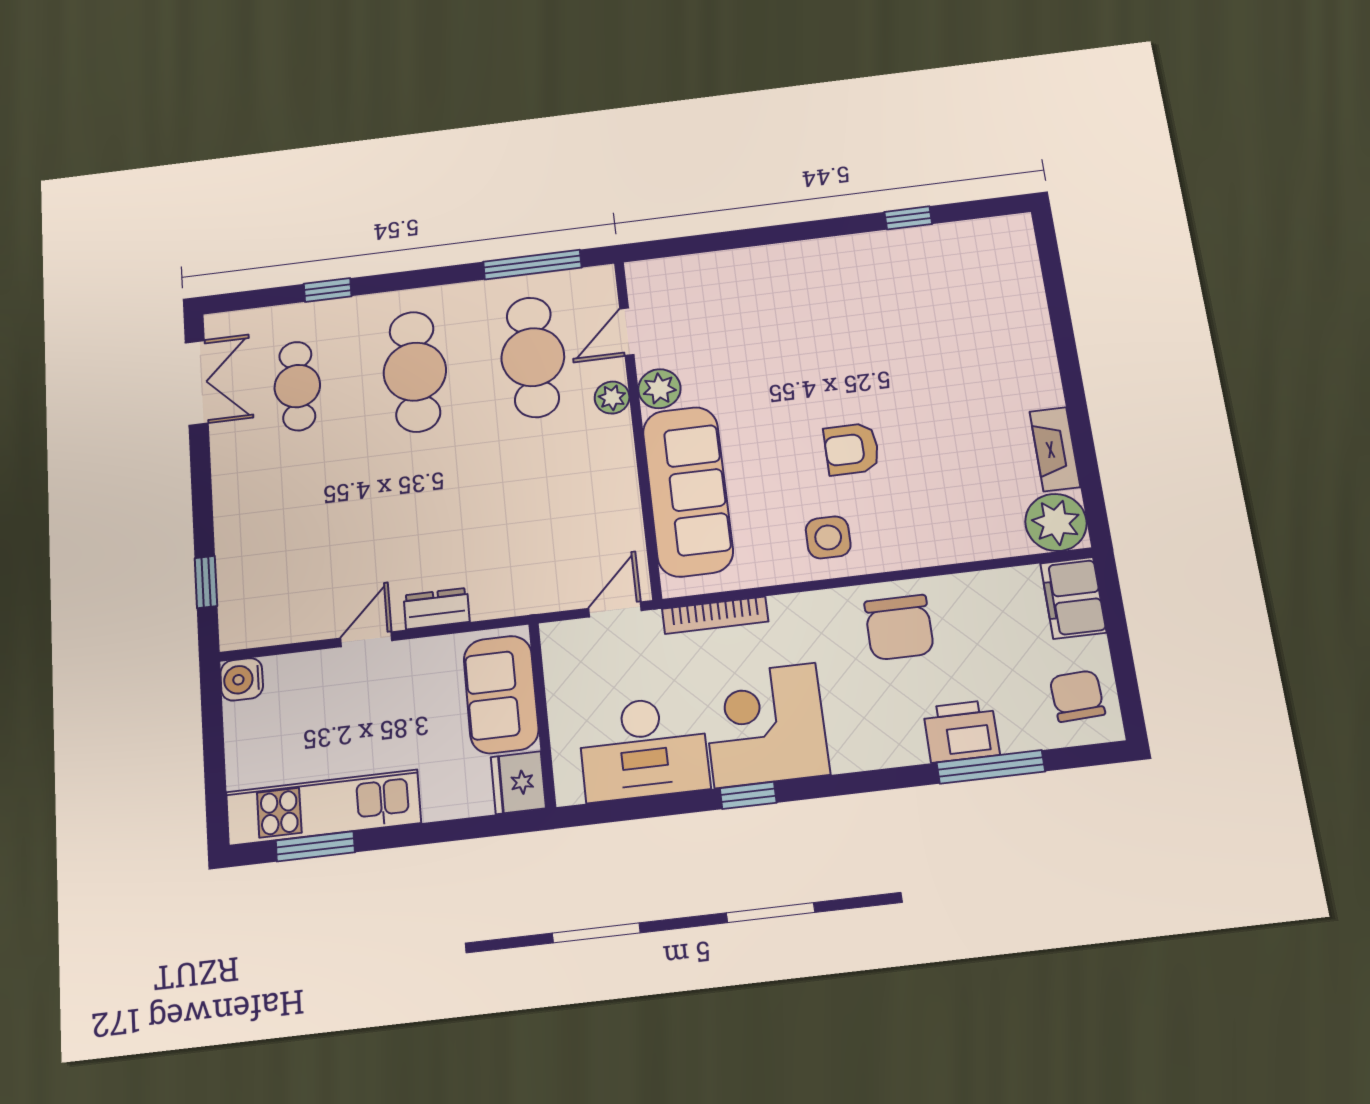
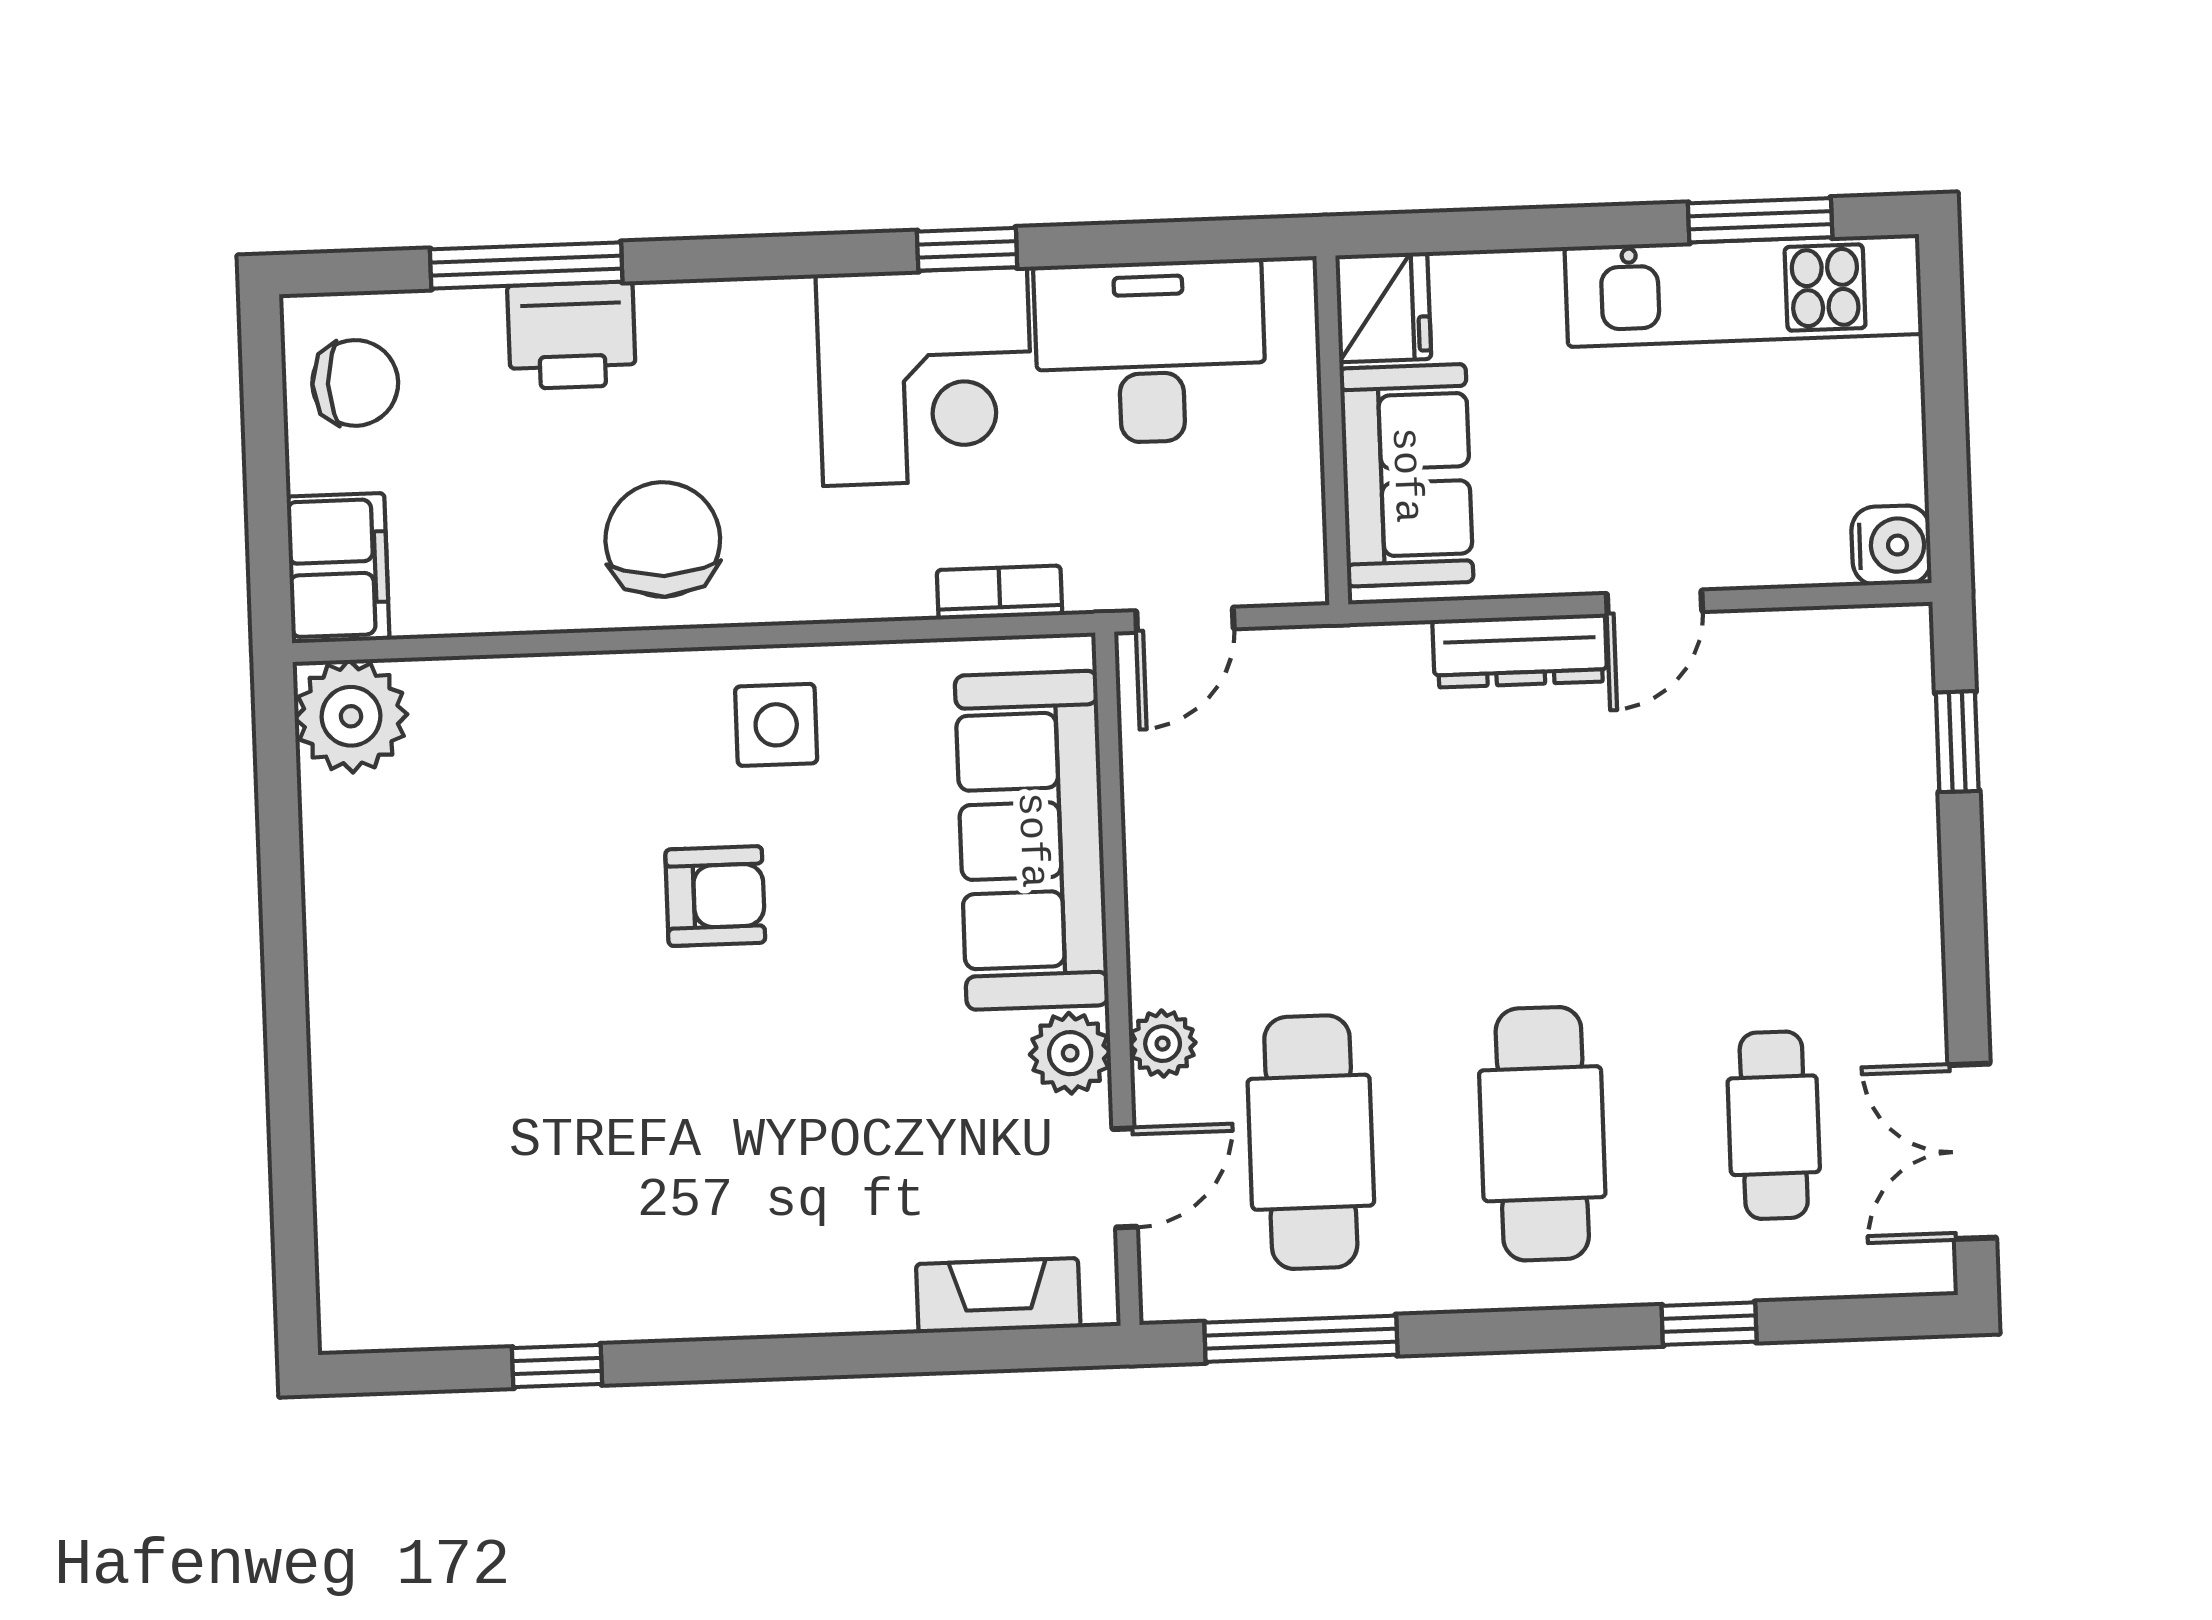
fireplace: (1055, 449) -> (998, 1296), moved, turned -90
dresser: (437, 609) -> (1520, 651), width x1.44
bookcase: (715, 615) -> (999, 592), width x0.64
chair: (1077, 696) -> (355, 383), turned -87

